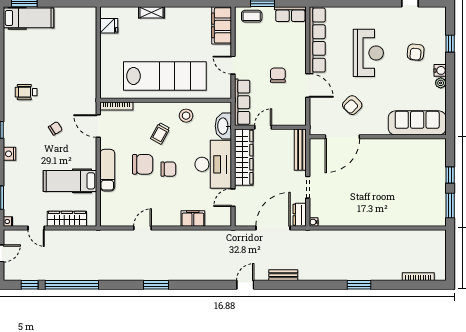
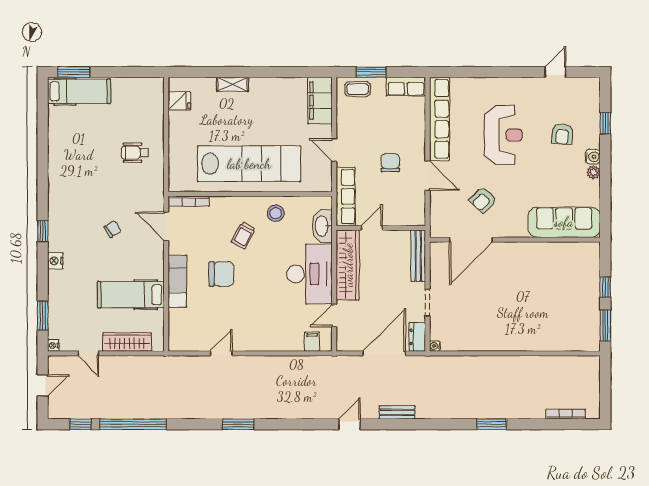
wheelchair: (26, 92) -> (135, 153), moved
chair: (168, 169) -> (254, 280), removed
filing cabinet: (193, 218) -> (312, 342), moved, width x0.50

